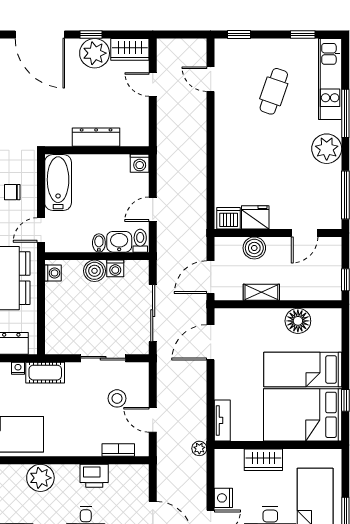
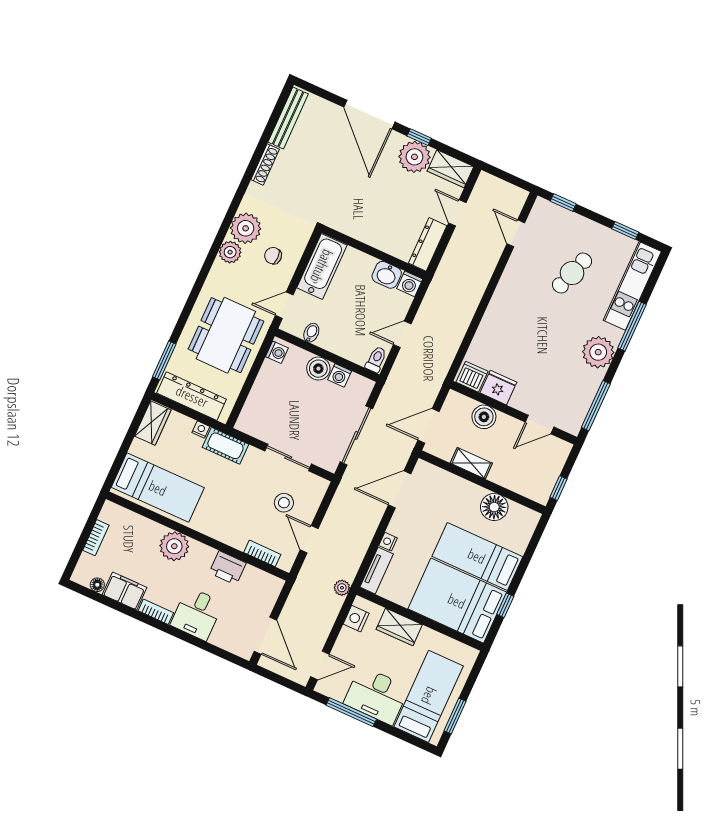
dresser: (96, 137) -> (428, 244), moved, turned -90
washbasin: (119, 242) -> (387, 275), moved, turned 180
bidet: (99, 243) -> (311, 333), moved
nightstand: (221, 391) -> (388, 542), added
nightstand: (223, 498) -> (356, 619), moved

